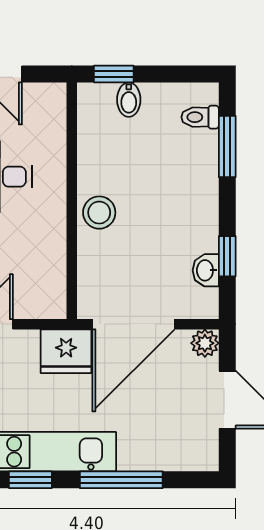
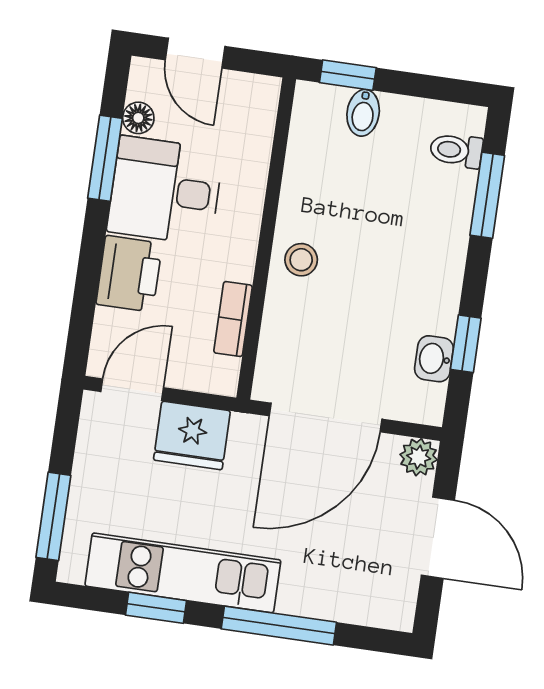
stool: (99, 213) -> (301, 260), width x0.73, depth x0.73
bookcase: (56, 263) -> (233, 319), added
fridge: (66, 351) -> (192, 435), moved

